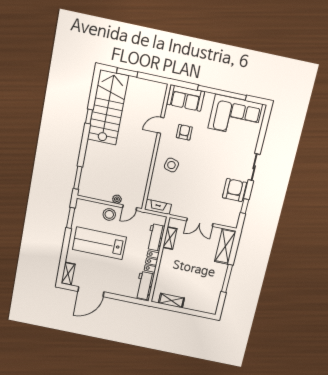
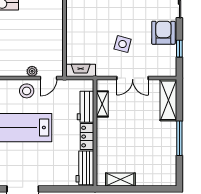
side table: (171, 165) -> (123, 44), moved

